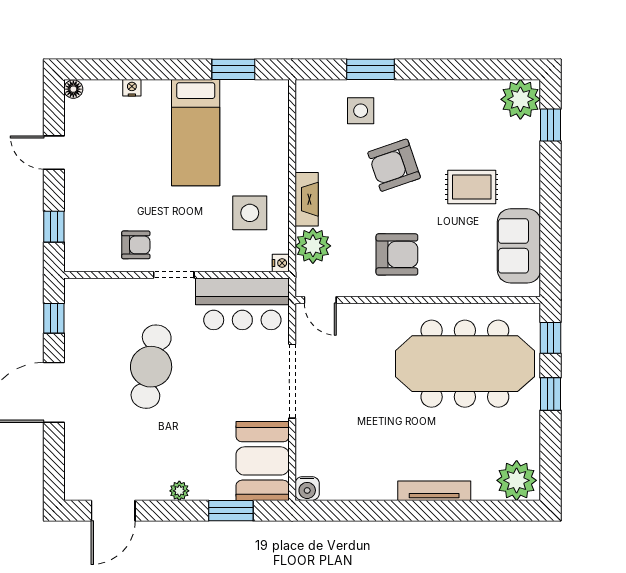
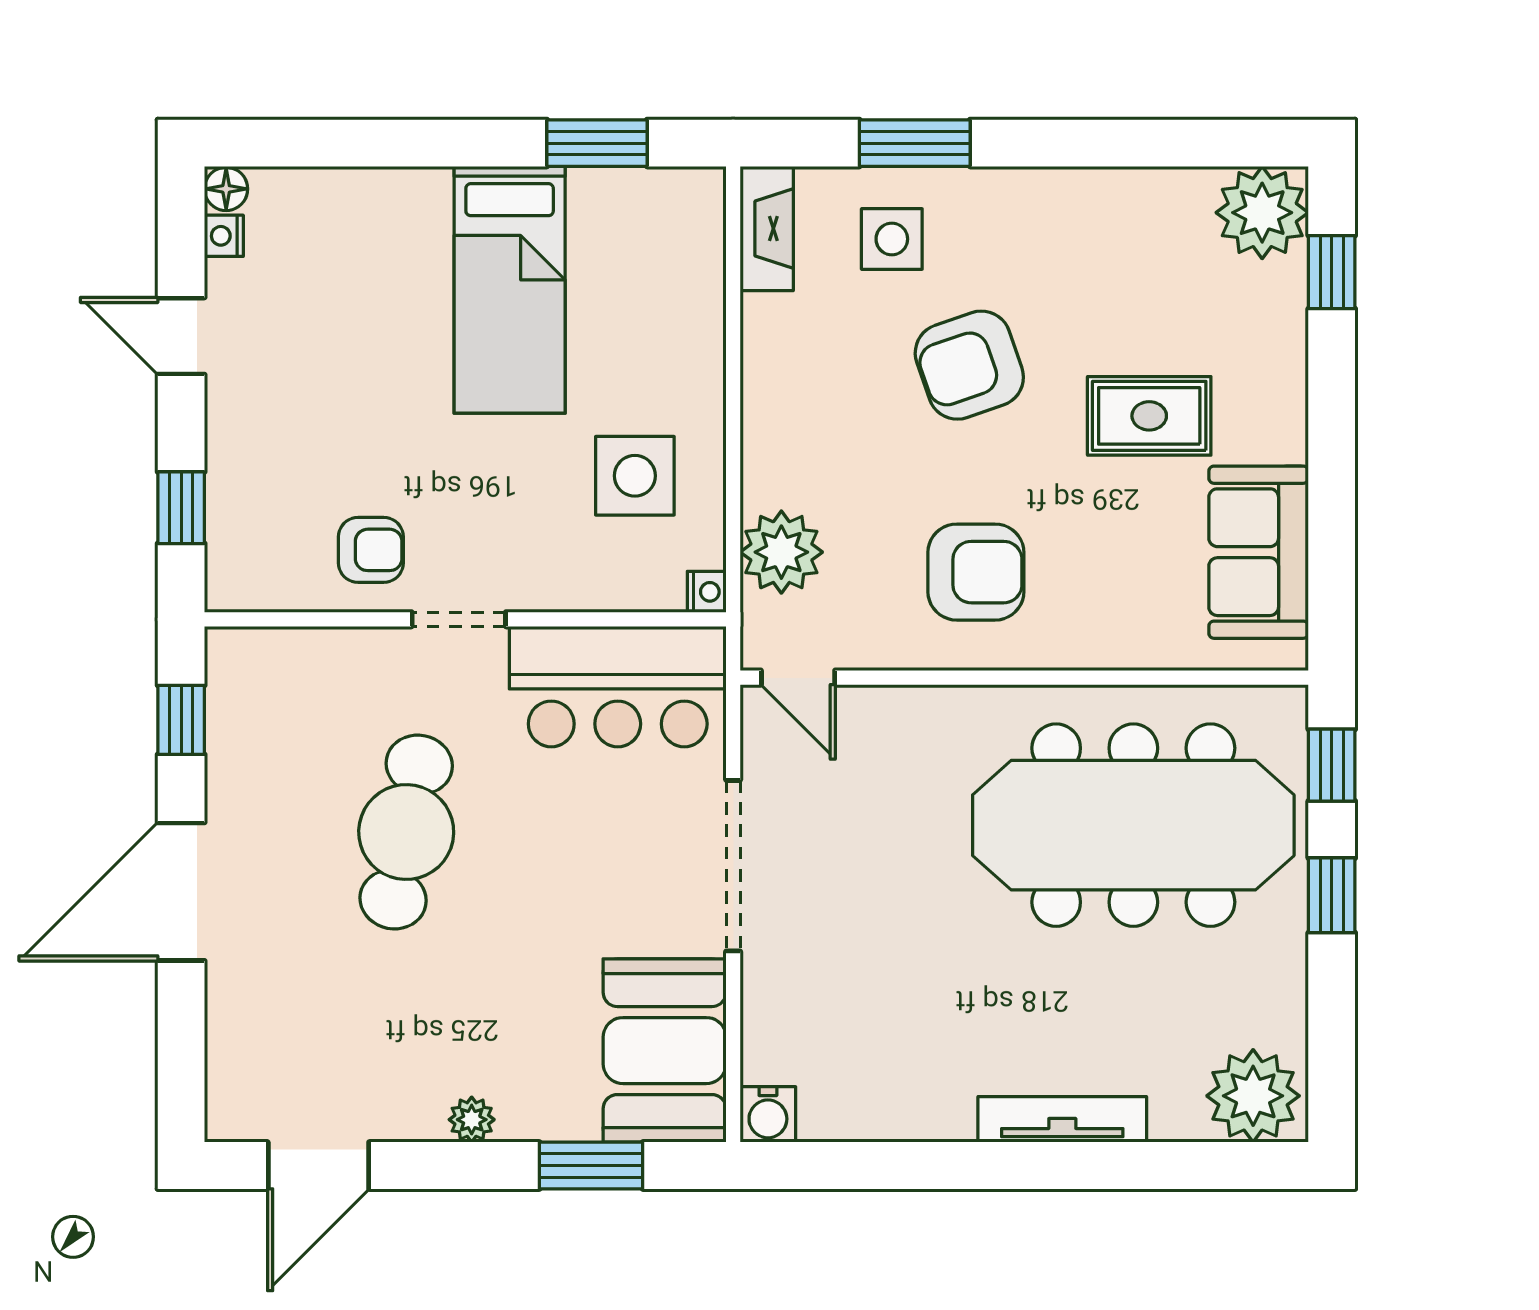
nightstand: (132, 88) -> (224, 236), moved, turned -90
fireplace: (307, 199) -> (767, 229), moved

